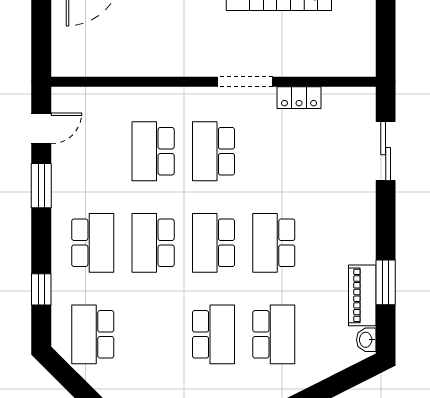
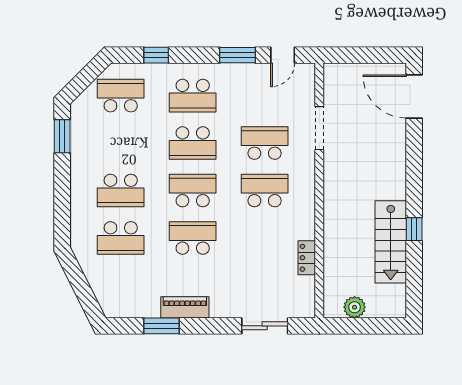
plant: (362, 37) -> (355, 307), added
doorway: (245, 82) -> (319, 128), moved
door: (41, 128) -> (283, 55), hinge flipped
school desk: (153, 243) -> (193, 143), turned 180
piano: (362, 295) -> (185, 307), moved
washbasin: (366, 340) -> (116, 311), removed

